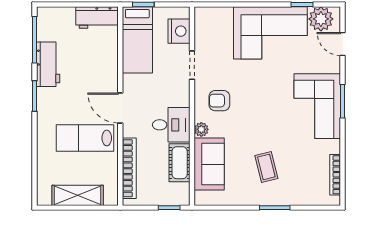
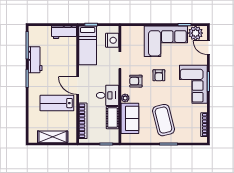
armchair: (258, 91) -> (159, 75), added
coffee table: (266, 167) -> (163, 120), width x1.86, depth x1.72

